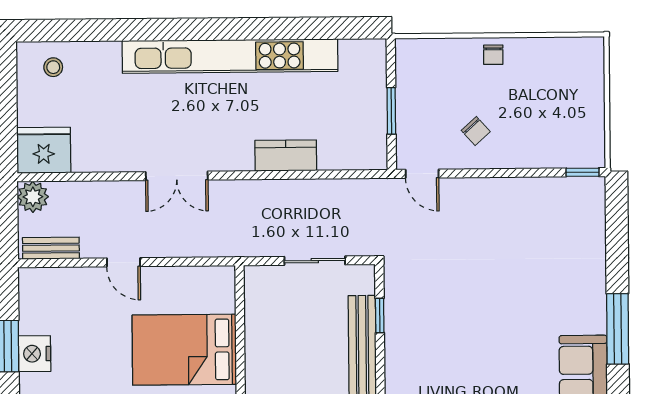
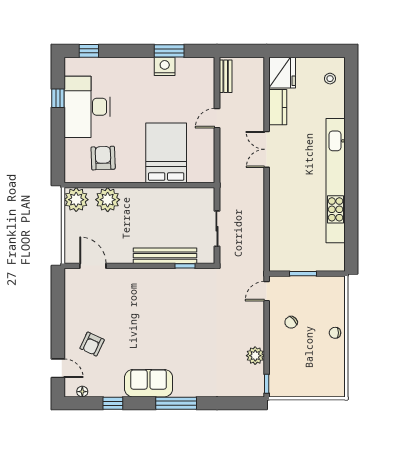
kitchen counter: (286, 155) -> (278, 107), moved
plant: (33, 197) -> (255, 356), moved

